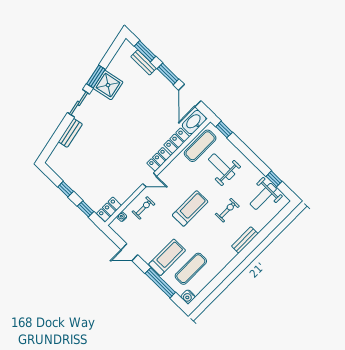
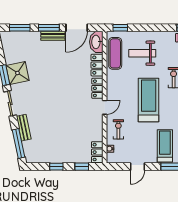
bench: (144, 62) -> (53, 36), moved
door: (190, 96) -> (77, 28), hinge flipped
window: (54, 141) -> (18, 144), added
treadmill: (190, 208) -> (149, 100), width x1.37, depth x1.38

